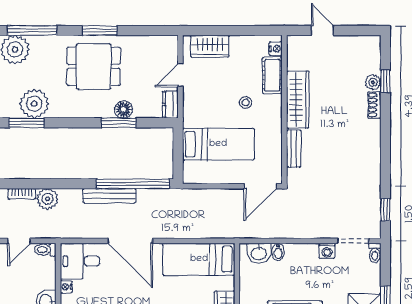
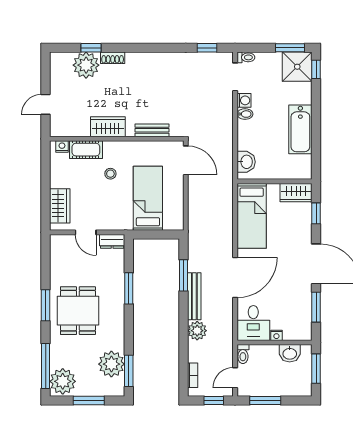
plant: (373, 82) -> (86, 65), width x1.88, depth x1.88
wardrobe: (298, 100) -> (108, 127), width x0.67
floor lamp: (124, 109) -> (117, 284), removed
window: (133, 184) -> (184, 275), width x0.47
plant: (47, 199) -> (197, 331), moved
door: (19, 241) -> (235, 378), swing flipped
bidet: (278, 252) -> (245, 114), moved

